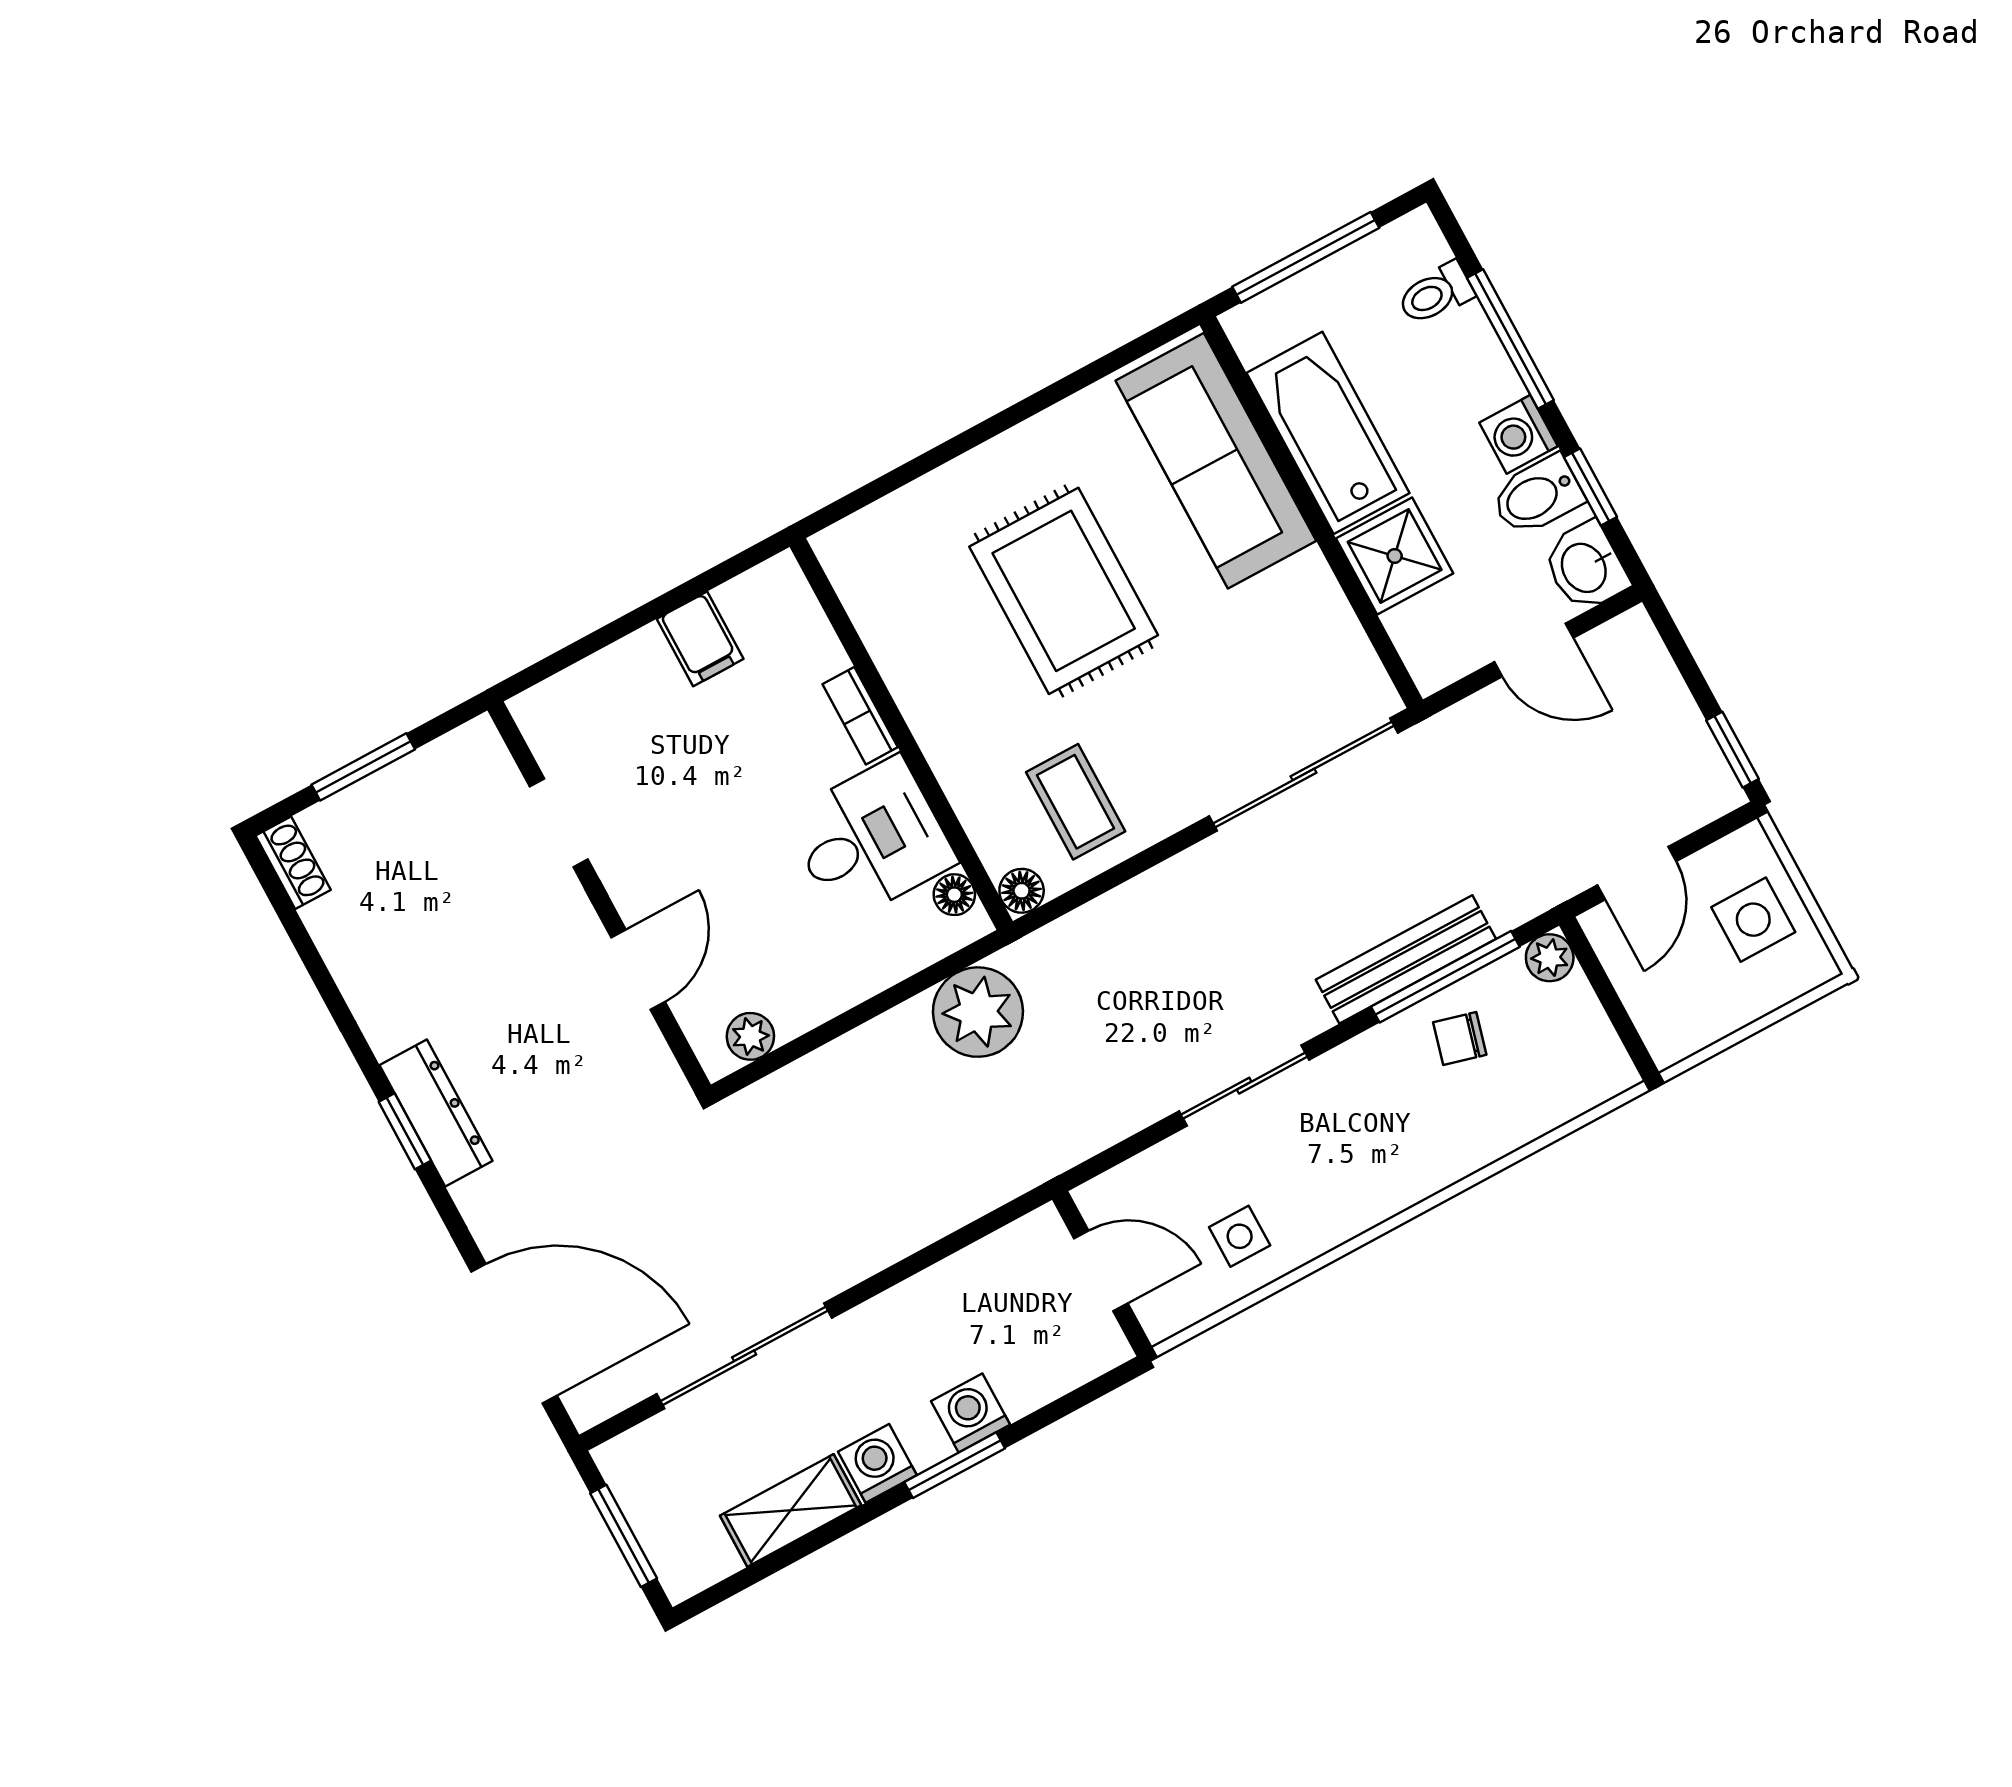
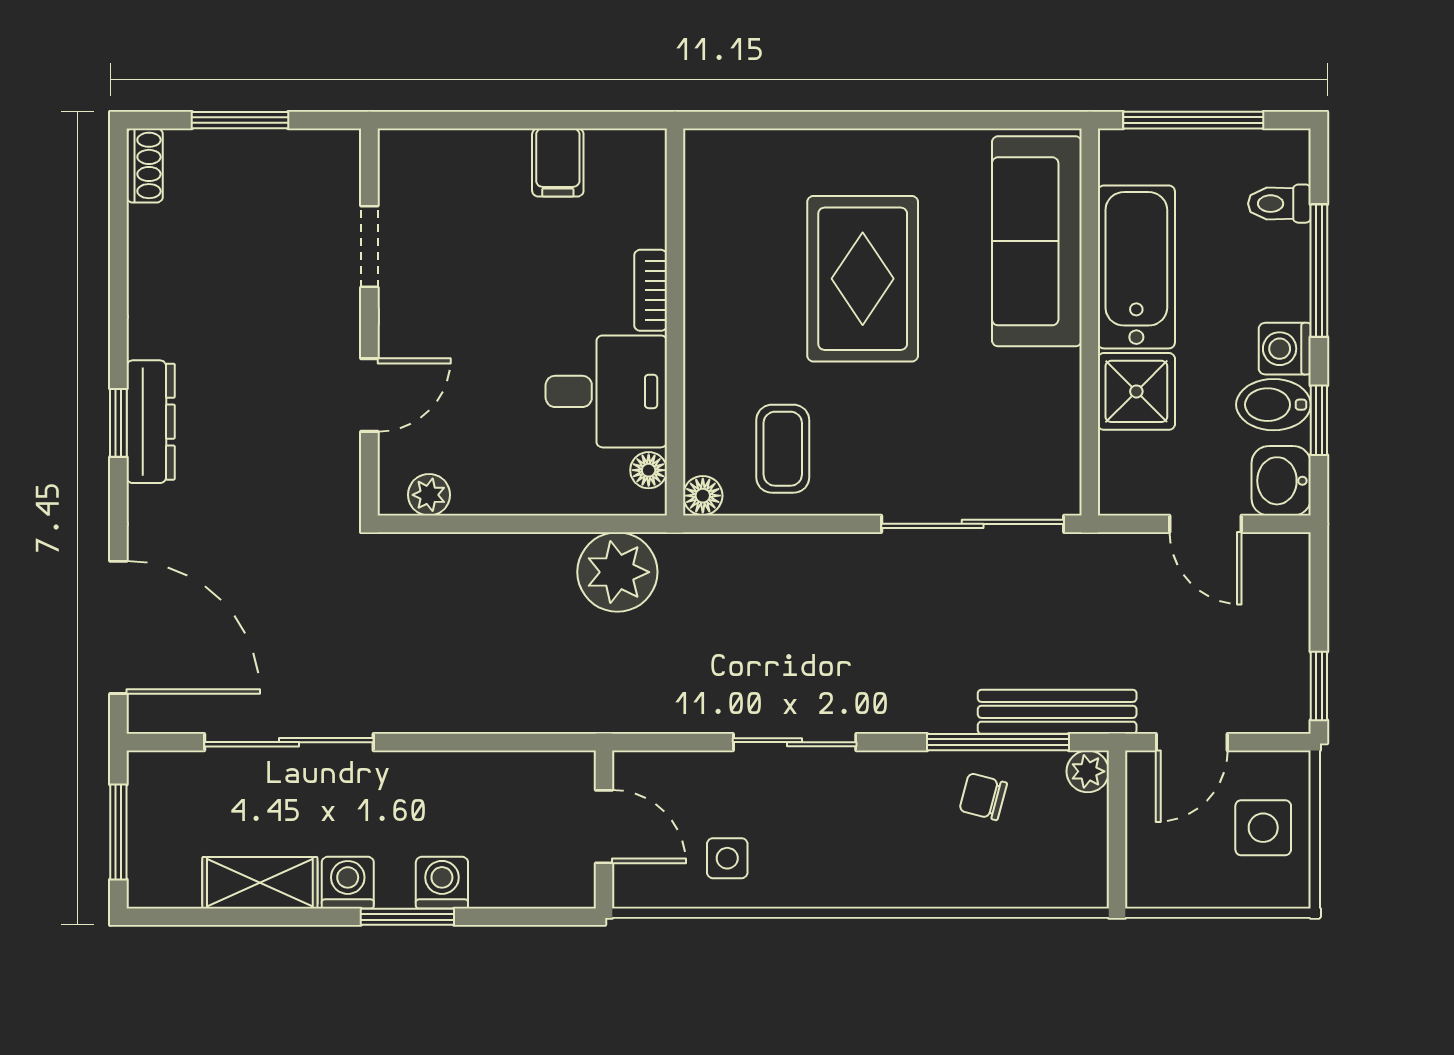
bench: (1406, 959) -> (1057, 712), moved

